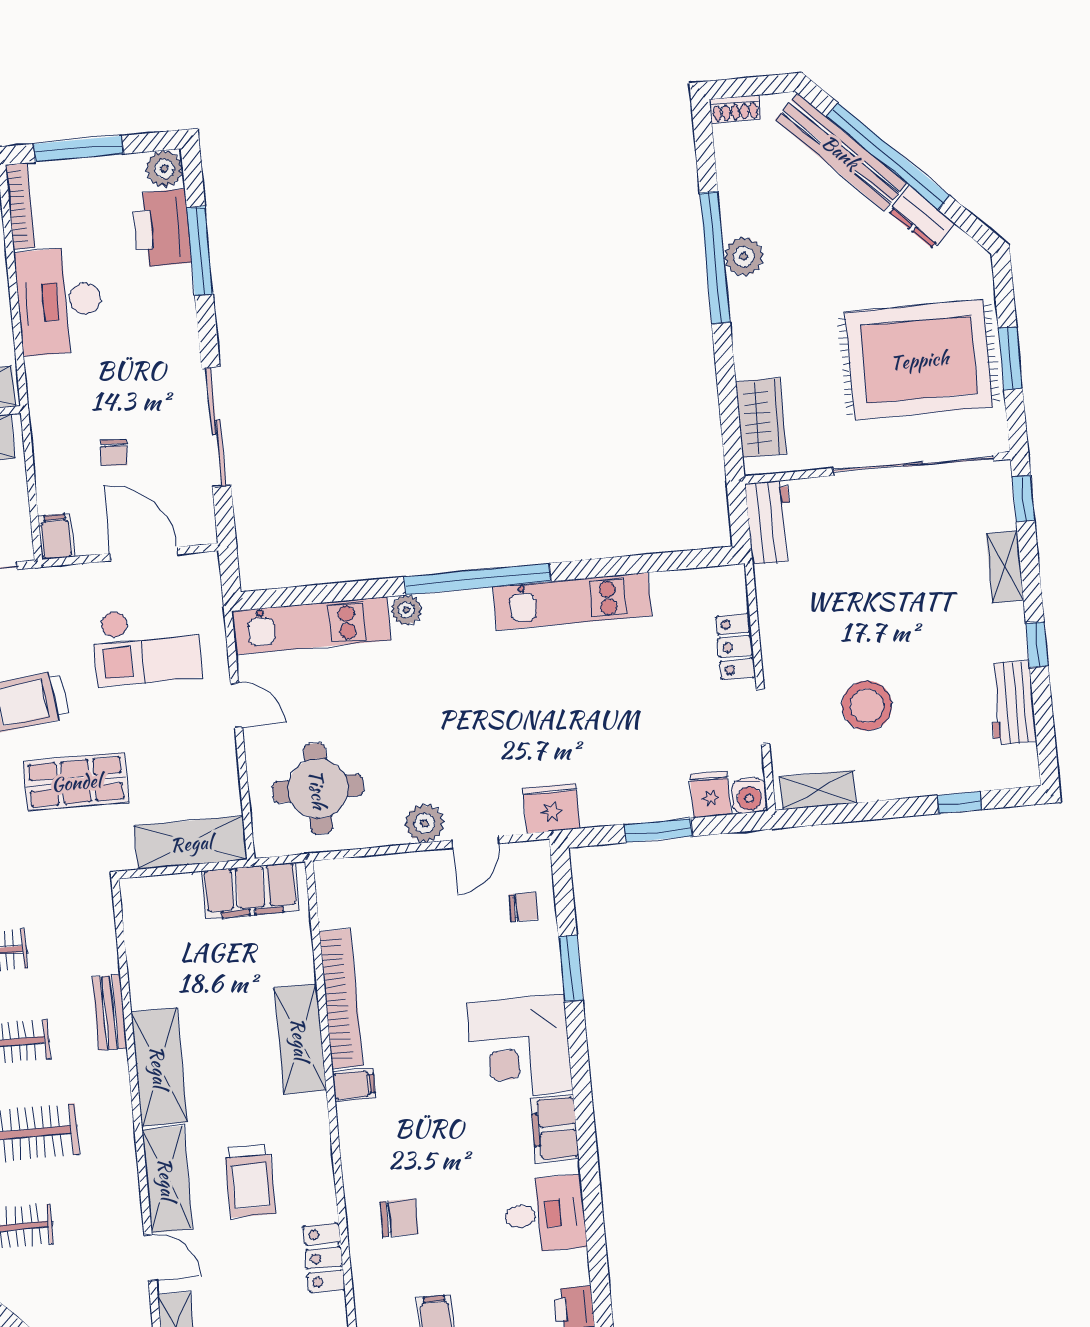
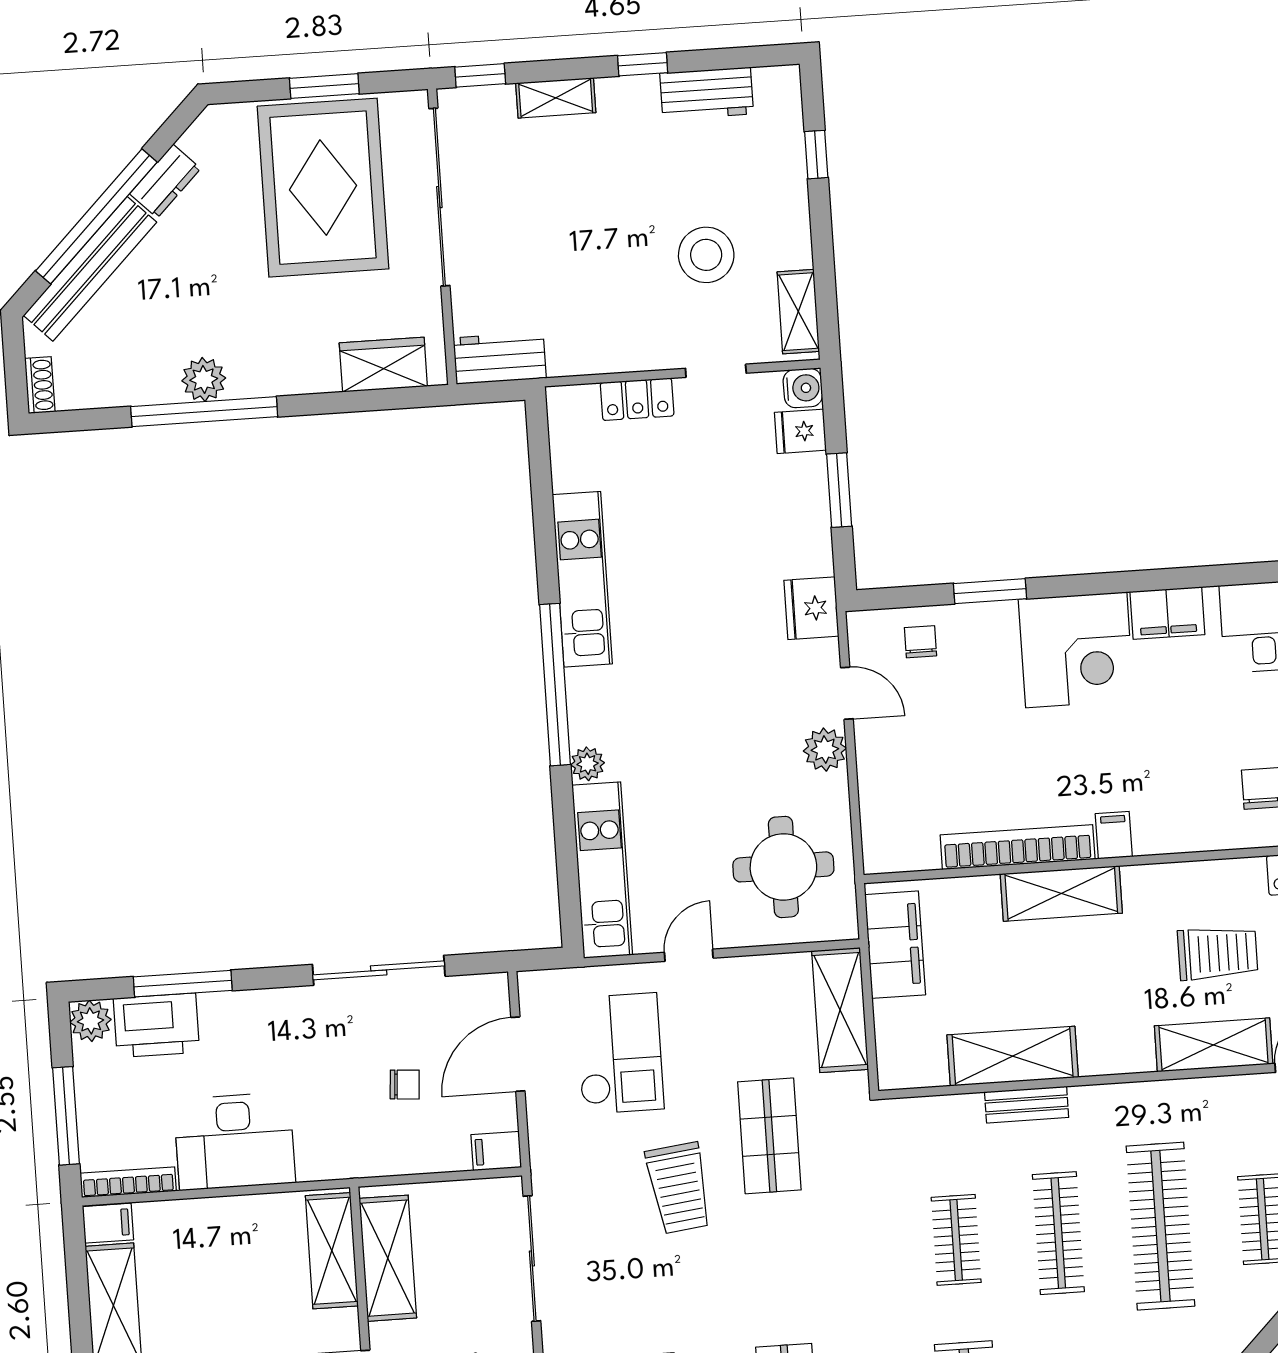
shelving: (159, 1067) -> (1013, 1056), moved

